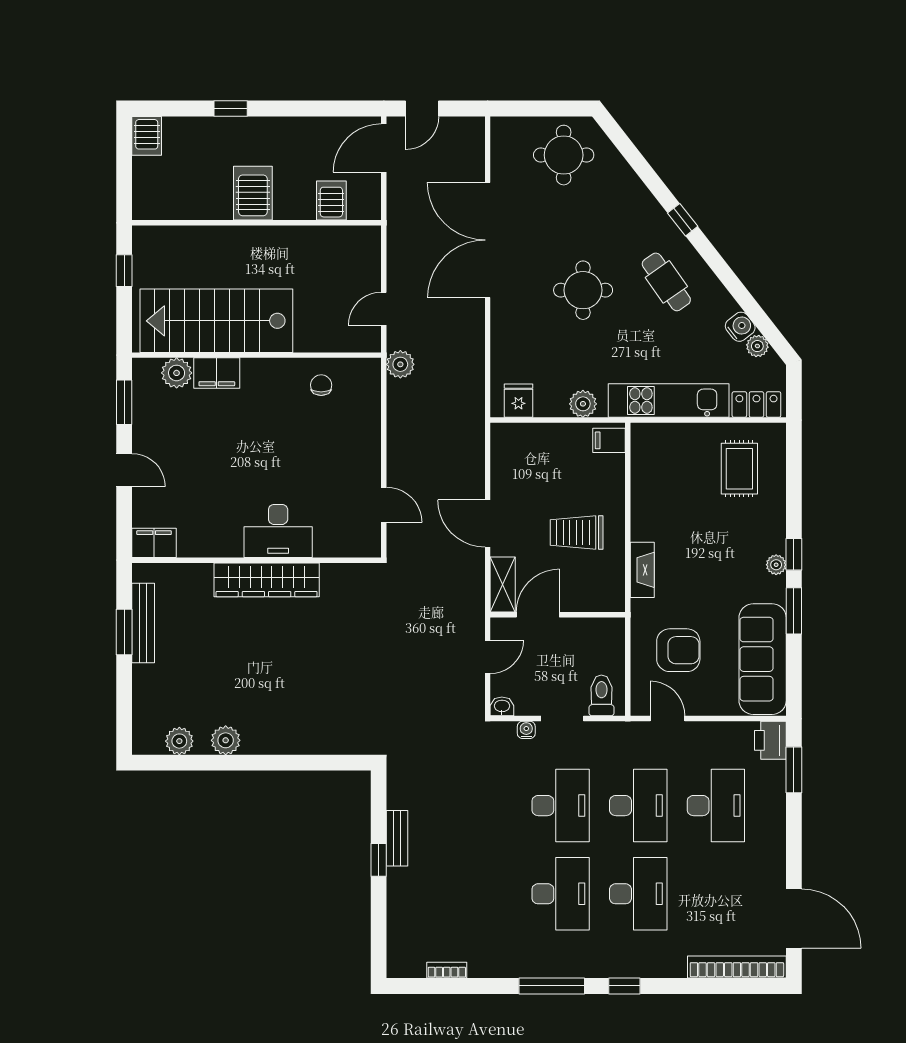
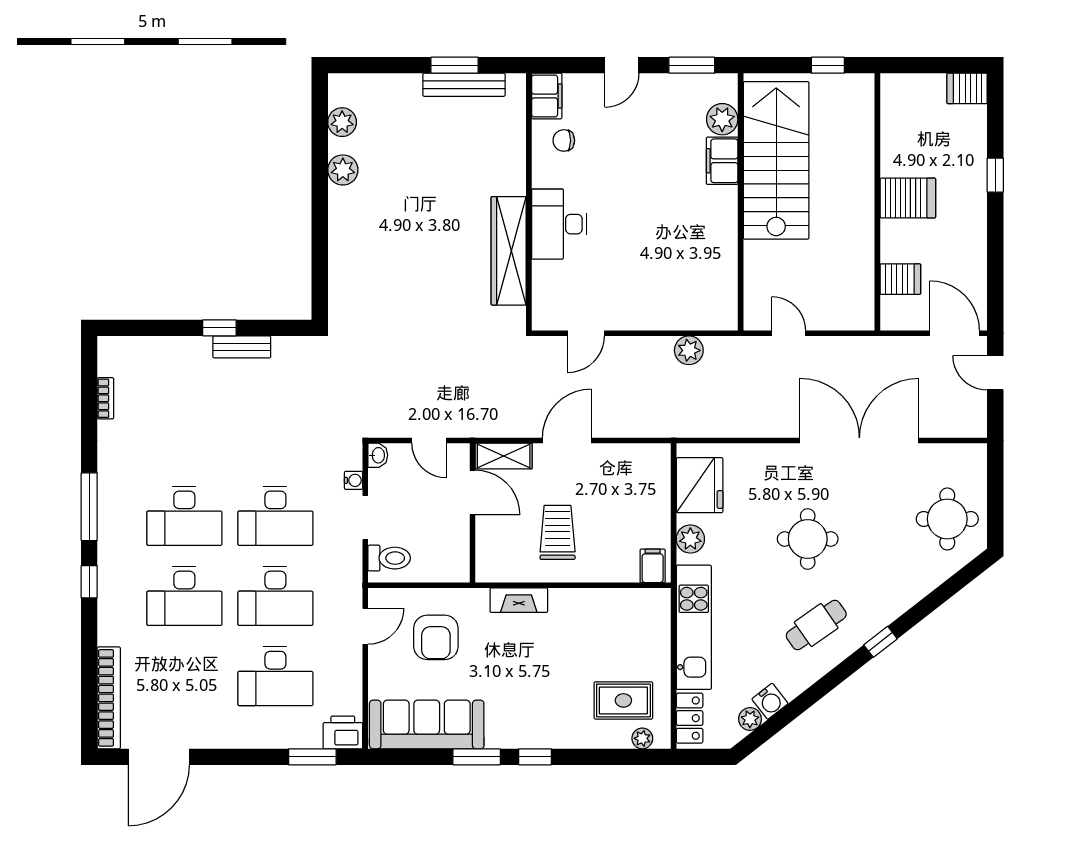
plant: (400, 364) -> (689, 350), moved
chair: (321, 385) -> (564, 140), moved, turned 180
fridge: (518, 401) -> (700, 485), width x1.88, depth x1.34
plant: (776, 565) -> (642, 738), moved
wardrobe: (267, 580) -> (509, 251), moved

